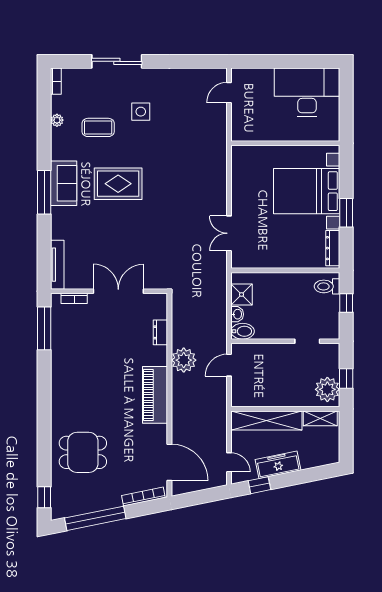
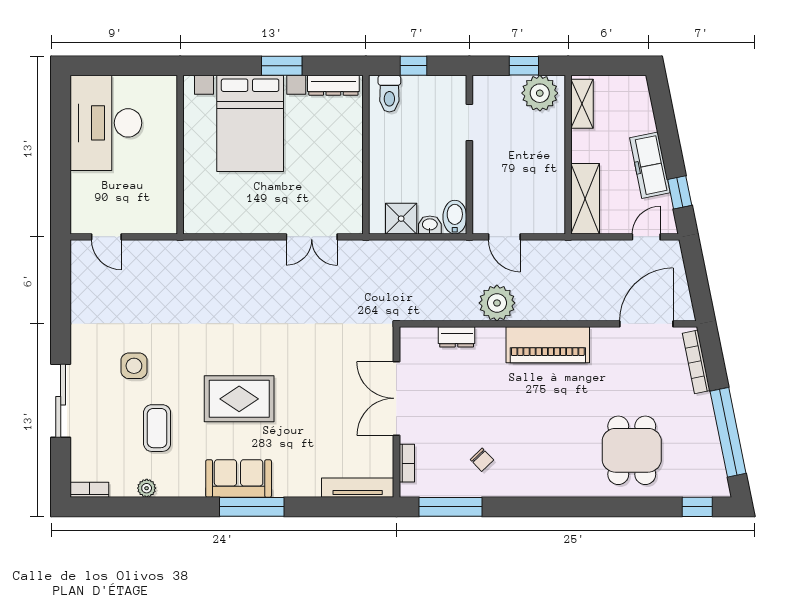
rug: (118, 184) -> (239, 399), turned 90
chair: (76, 350) -> (482, 460), added
shelving: (266, 420) -> (585, 199), width x0.68

